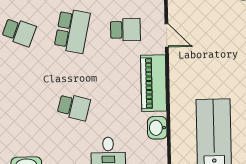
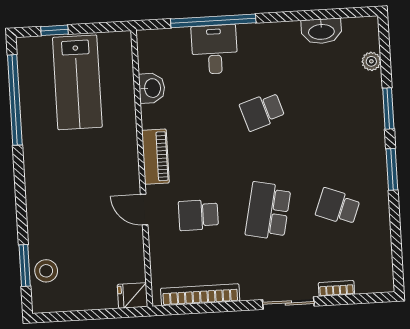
piano: (154, 83) -> (155, 157), width x0.73, depth x0.75
school desk: (74, 107) -> (262, 111), turned -33

